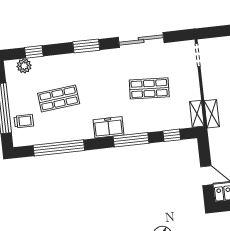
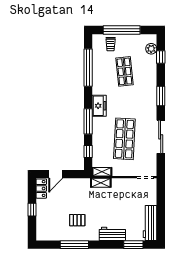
shop shelf: (149, 88) -> (124, 139), width x1.43, depth x1.36

